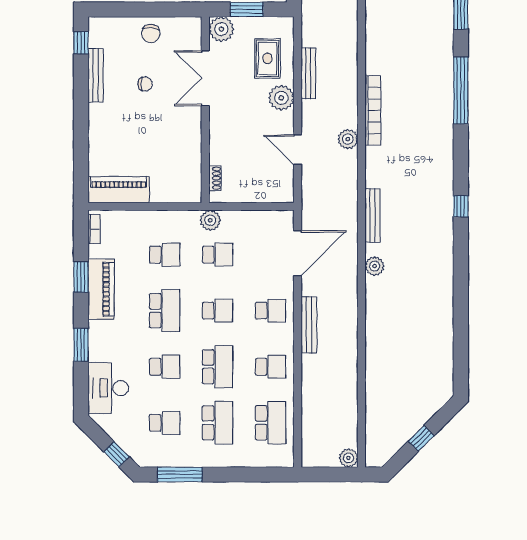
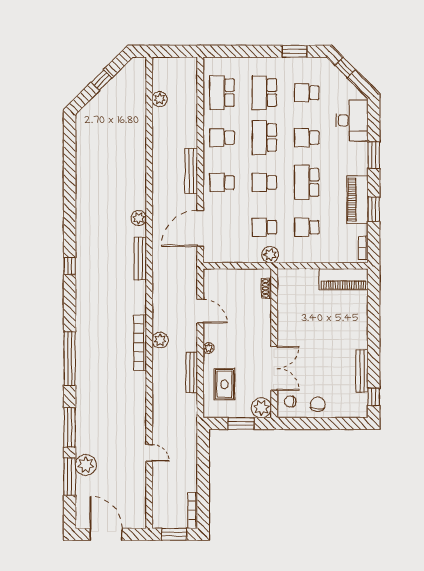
chair: (145, 84) -> (290, 401), moved
plant: (281, 98) -> (209, 348), width x0.53, depth x0.53
plant: (348, 139) -> (160, 340), moved
plant: (348, 458) -> (160, 99), moved
window: (180, 474) -> (295, 51), width x0.69

